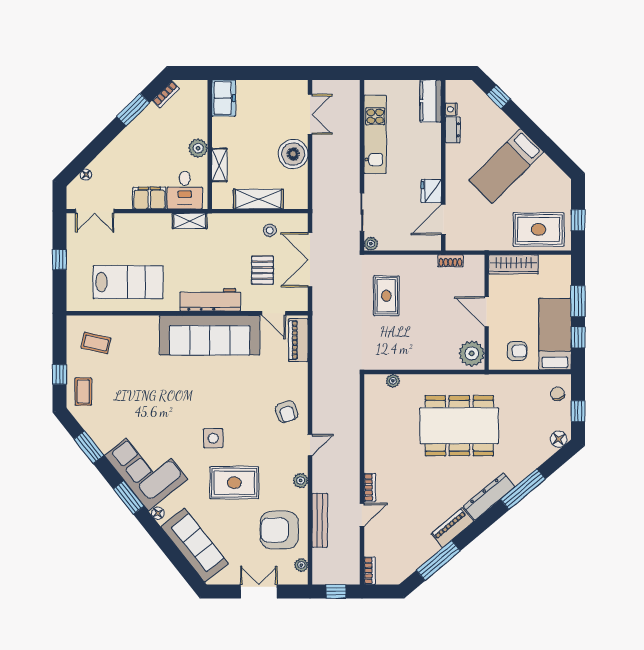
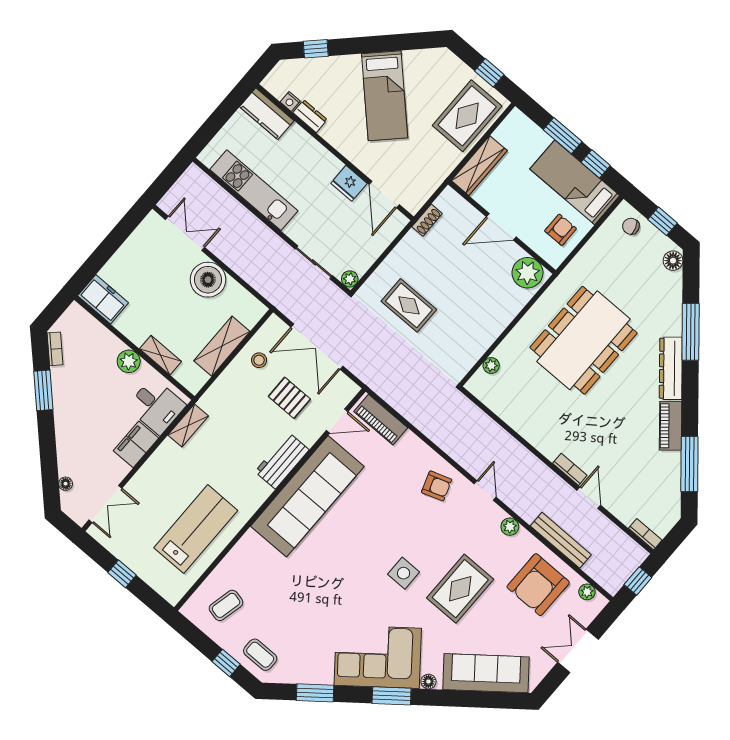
workbench: (210, 300) -> (282, 461), width x0.73

